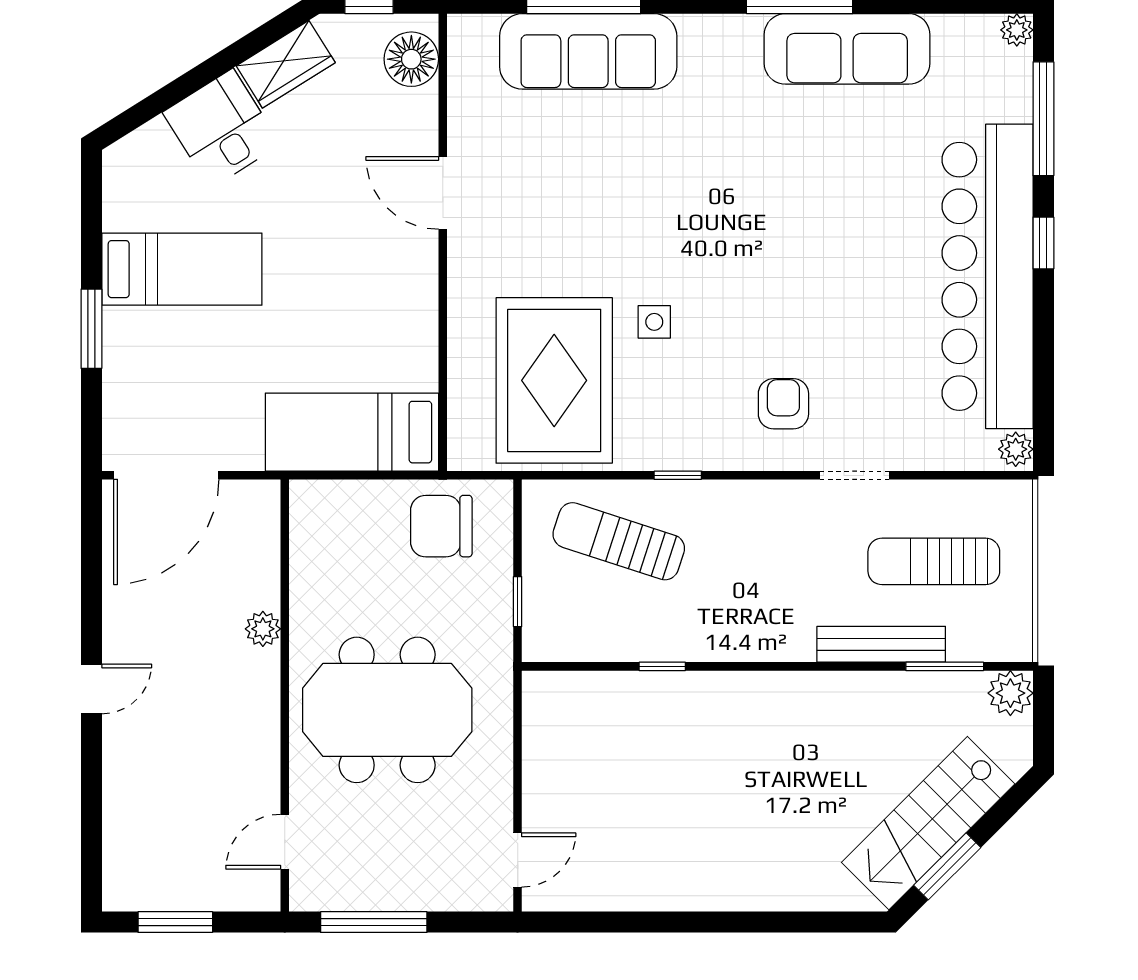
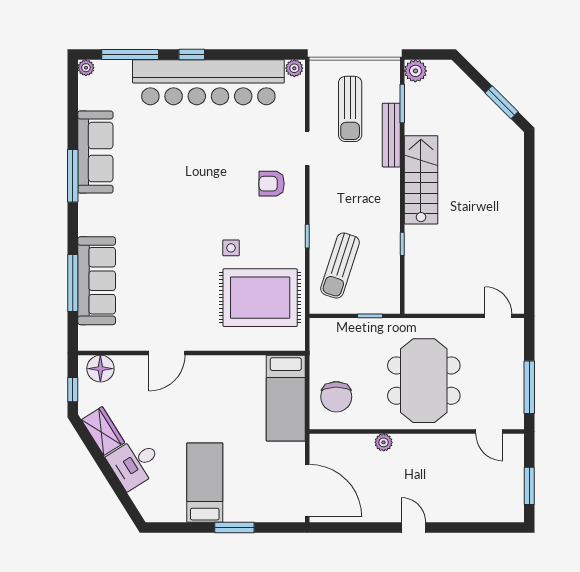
chair: (441, 526) -> (336, 397), moved
stairs: (928, 823) -> (421, 180), moved, turned -135

